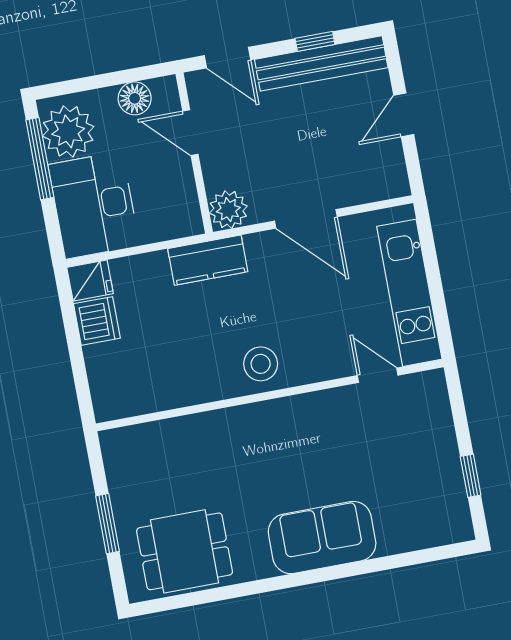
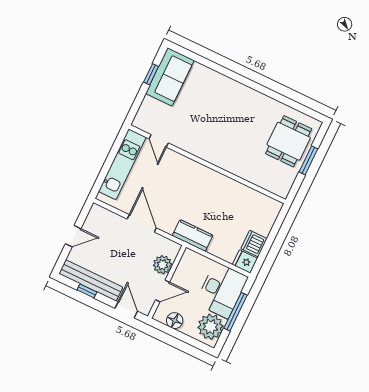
door: (190, 133) -> (162, 291), hinge flipped
window: (40, 159) -> (236, 312), moved
plant: (228, 210) -> (162, 265), moved
stool: (261, 364) -> (202, 179), removed
sofa: (322, 538) -> (170, 77), moved, turned -90
dining table: (185, 551) -> (289, 141), moved, turned 90

